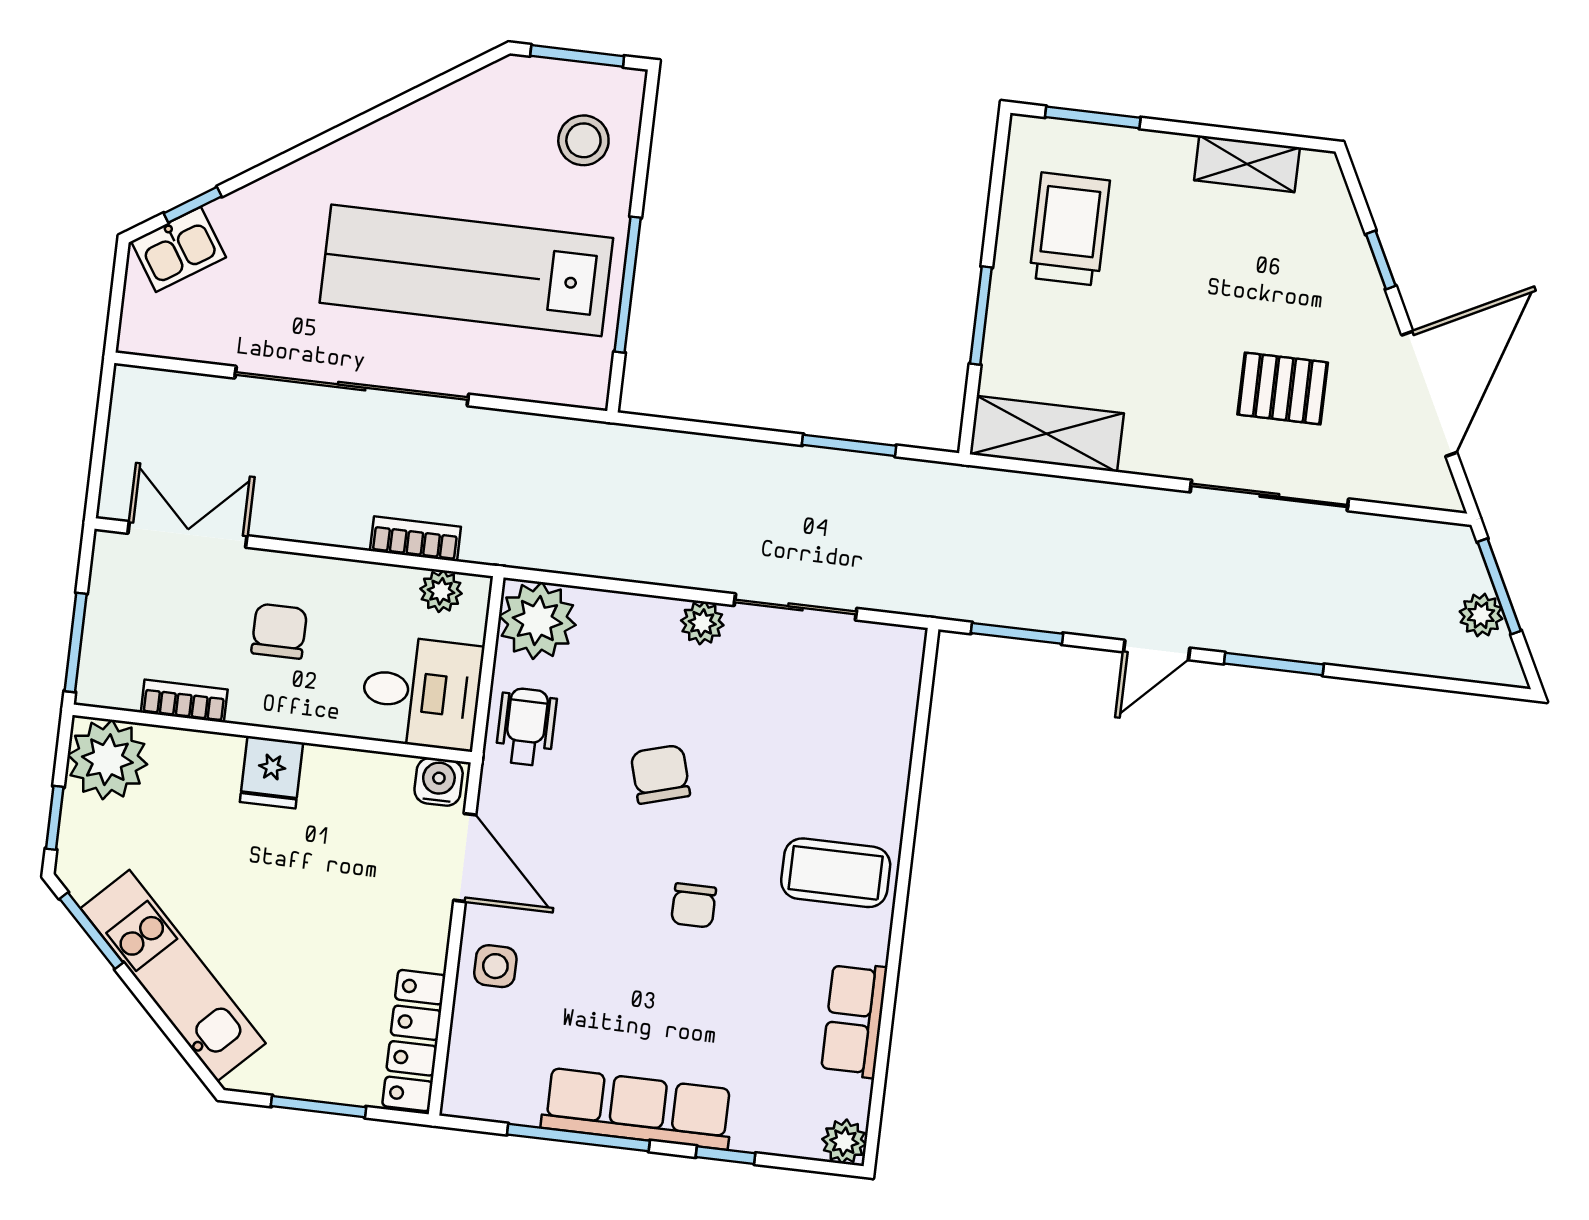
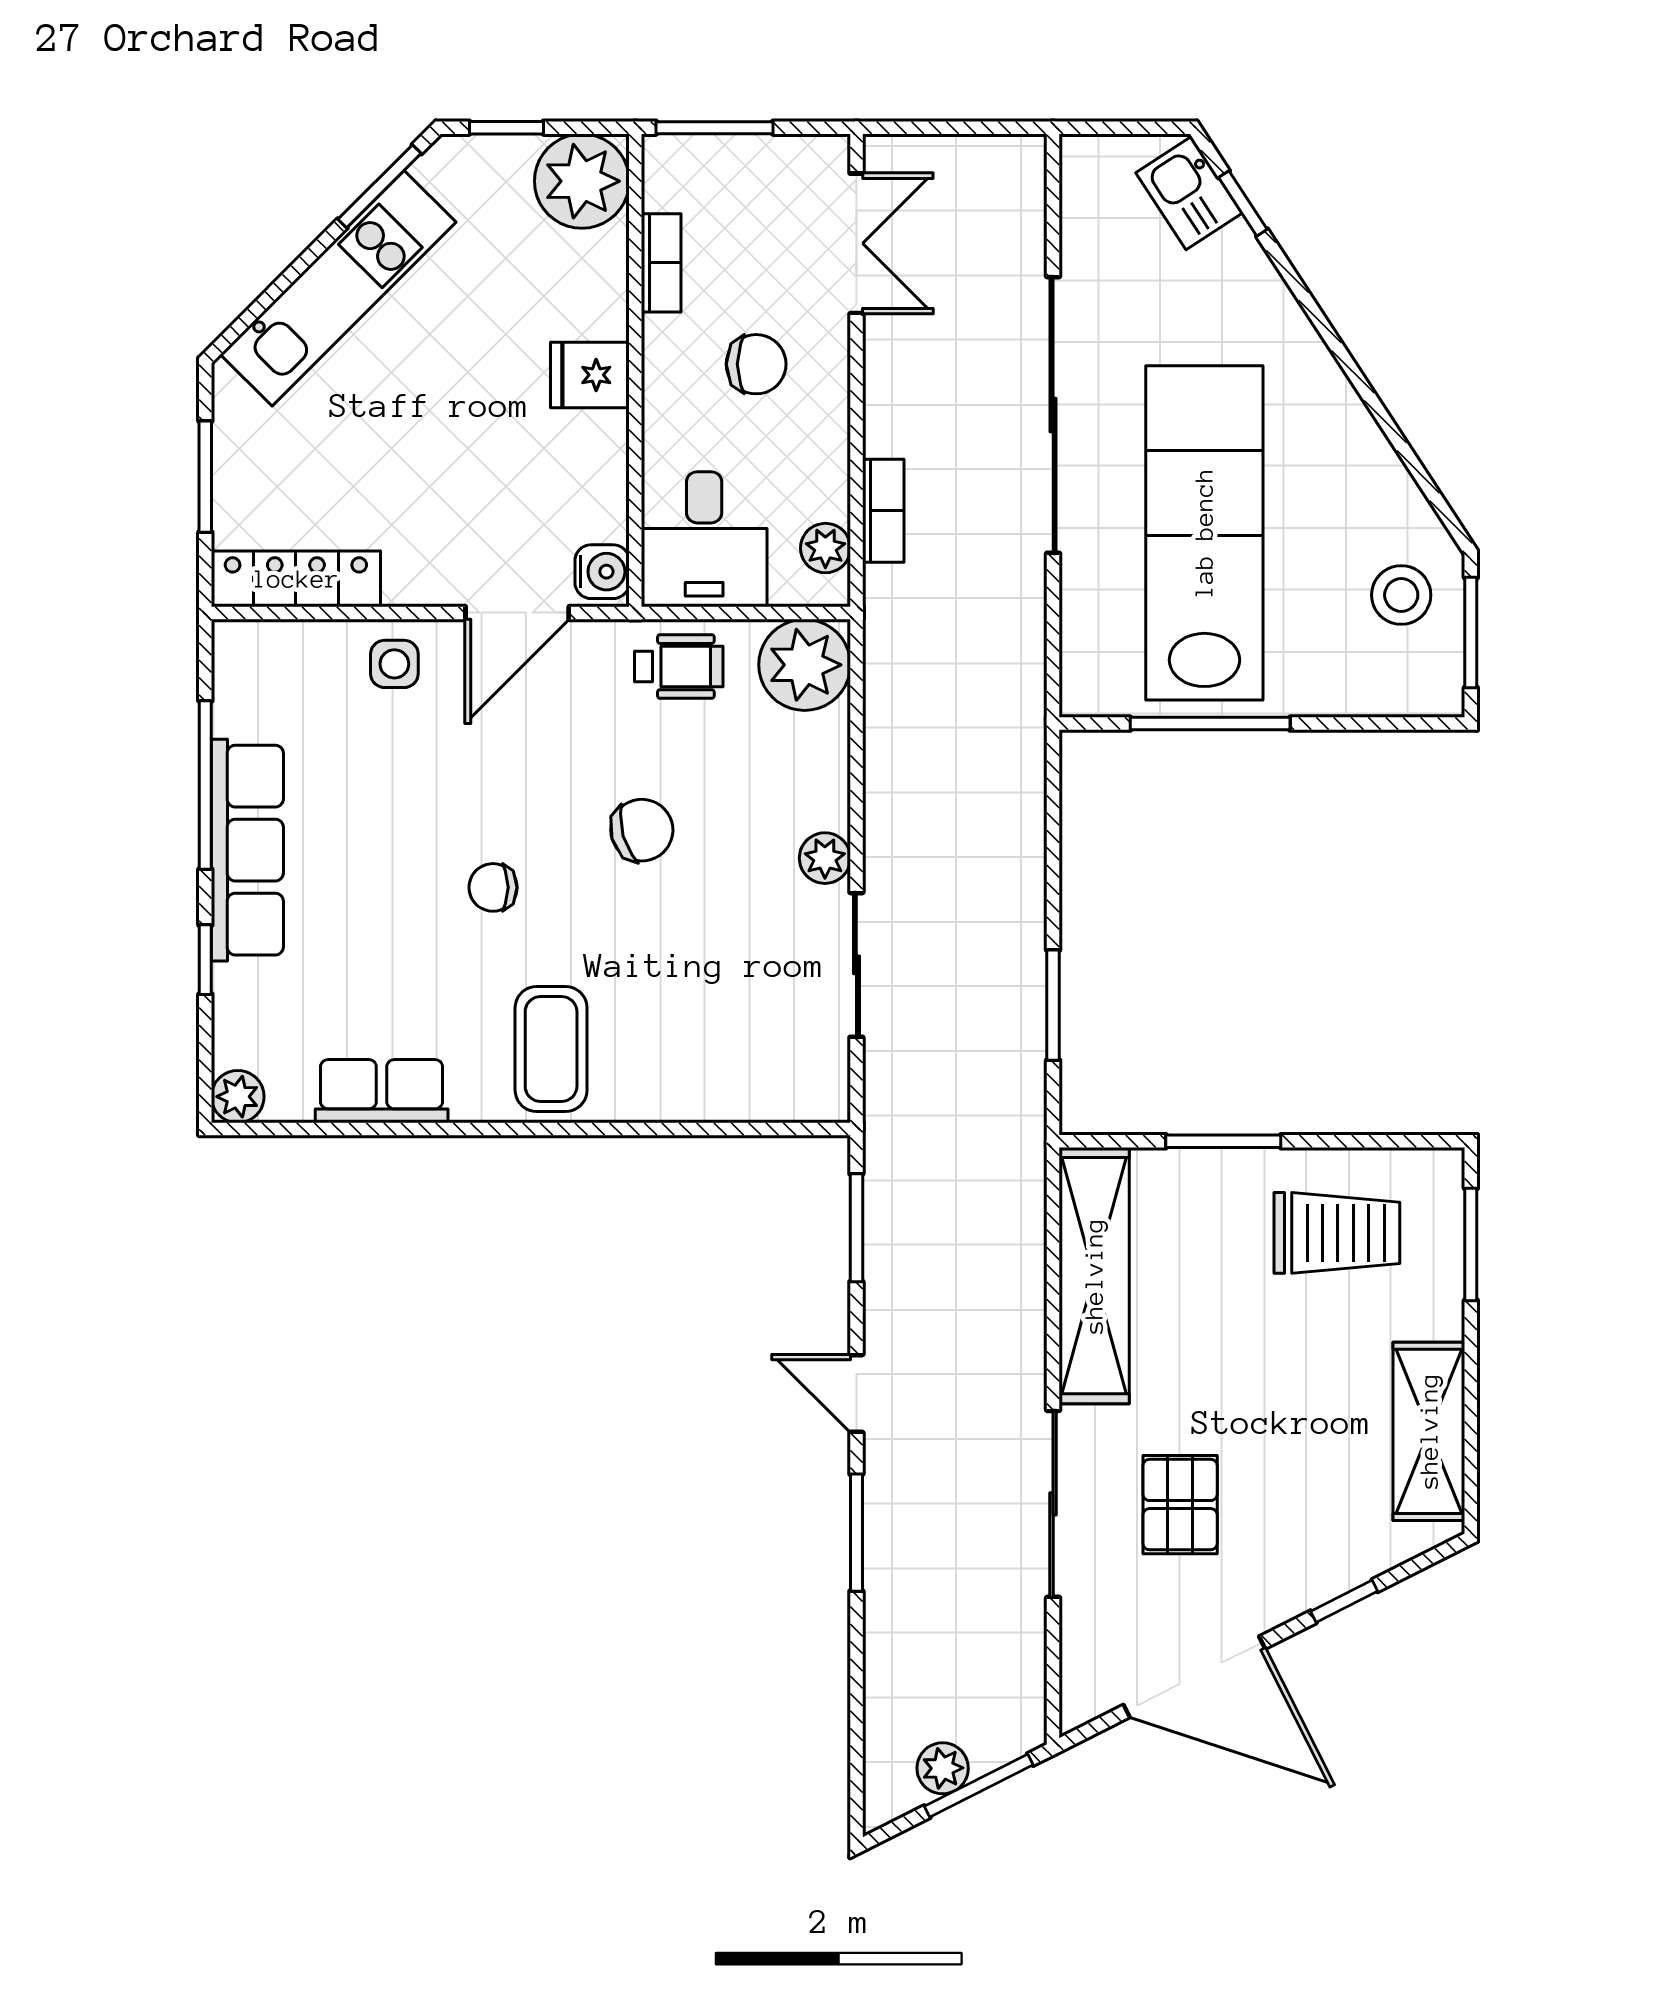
stool: (583, 140) -> (1401, 595), moved
shelving: (1247, 164) -> (1429, 1431), width x1.50, depth x1.33
shelving: (1047, 434) -> (1094, 1276), width x1.47

